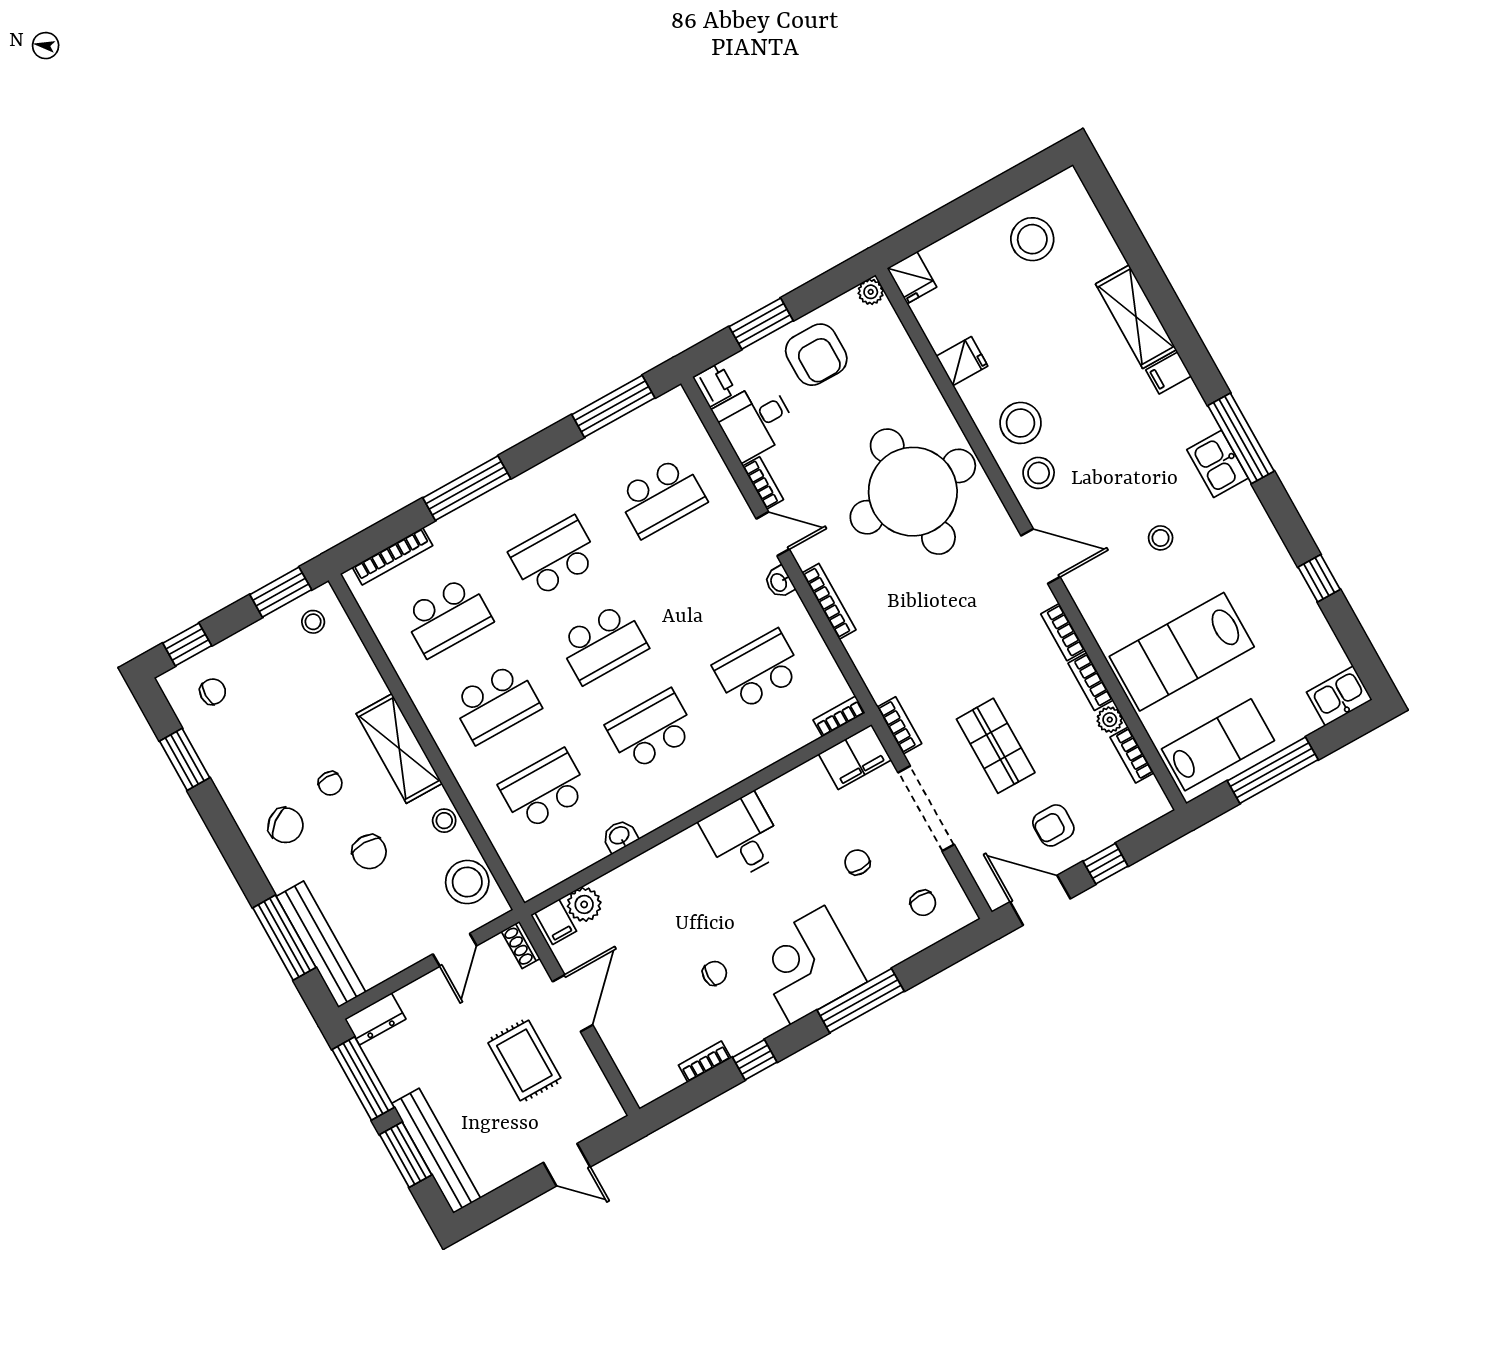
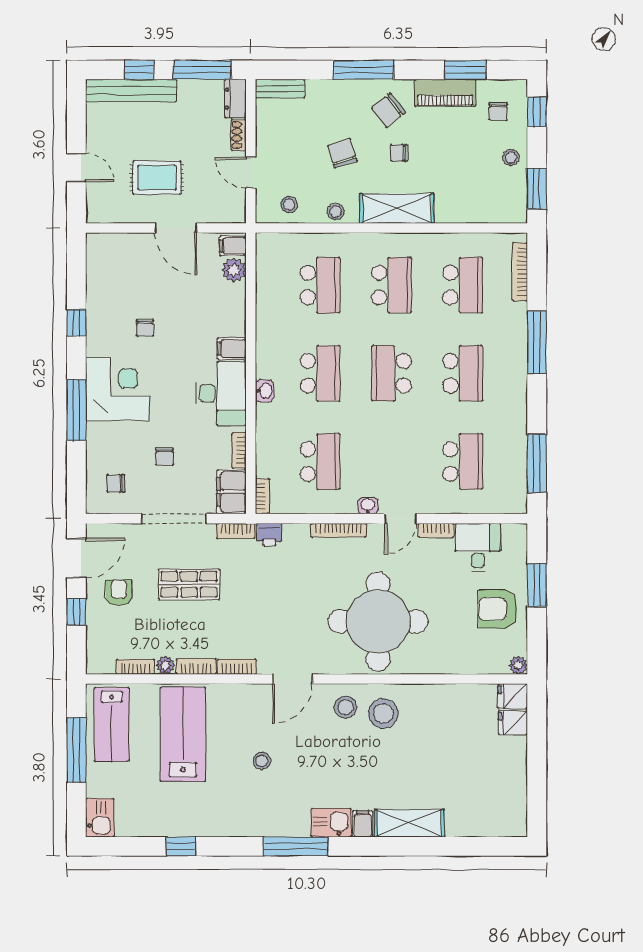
stool: (1032, 239) -> (495, 785), removed
fridge: (962, 361) -> (513, 722), moved, turned 90
printer: (715, 385) -> (269, 535), moved
kitchen sink: (1218, 464) -> (331, 823), moved
school desk: (661, 497) -> (463, 462), turned 180
school desk: (447, 617) -> (463, 285), turned 180
stool: (313, 622) -> (511, 158), moved
school desk: (496, 703) -> (391, 285), turned 180
piano: (226, 768) -> (445, 93), added
washbasin: (620, 836) -> (264, 391), moved
desk: (743, 837) -> (221, 393), width x1.37
chair: (369, 852) -> (342, 153), turned 73
filing cabinet: (681, 854) -> (232, 349), added
chair: (857, 862) -> (164, 456), turned 90
stool: (467, 882) -> (289, 204), width x0.53, depth x0.53
window: (284, 938) -> (364, 70), moved
bench: (321, 944) -> (280, 89), width x0.54, depth x0.82
shoe rack: (521, 945) -> (239, 135), moved, turned -90
bookcase: (705, 1062) -> (239, 450), moved, turned 180
window: (406, 1155) -> (139, 70), width x0.67
door: (567, 1165) -> (76, 168), swing flipped

